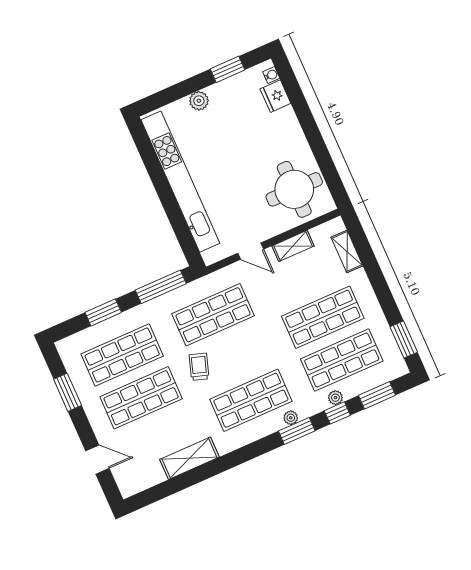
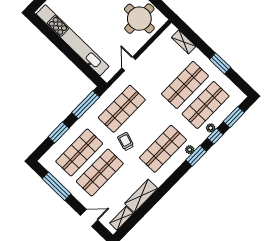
shelving: (293, 246) -> (122, 218), moved
door: (251, 251) -> (129, 64), swing flipped
window: (404, 340) -> (220, 63), moved
window: (68, 392) -> (57, 186), width x1.44

